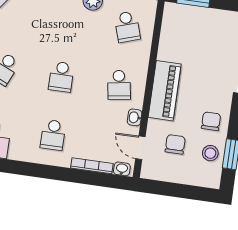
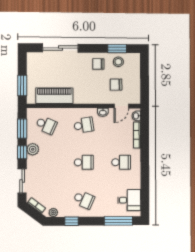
school desk: (127, 27) -> (46, 125), turned 42
piano: (165, 91) -> (54, 96), moved

